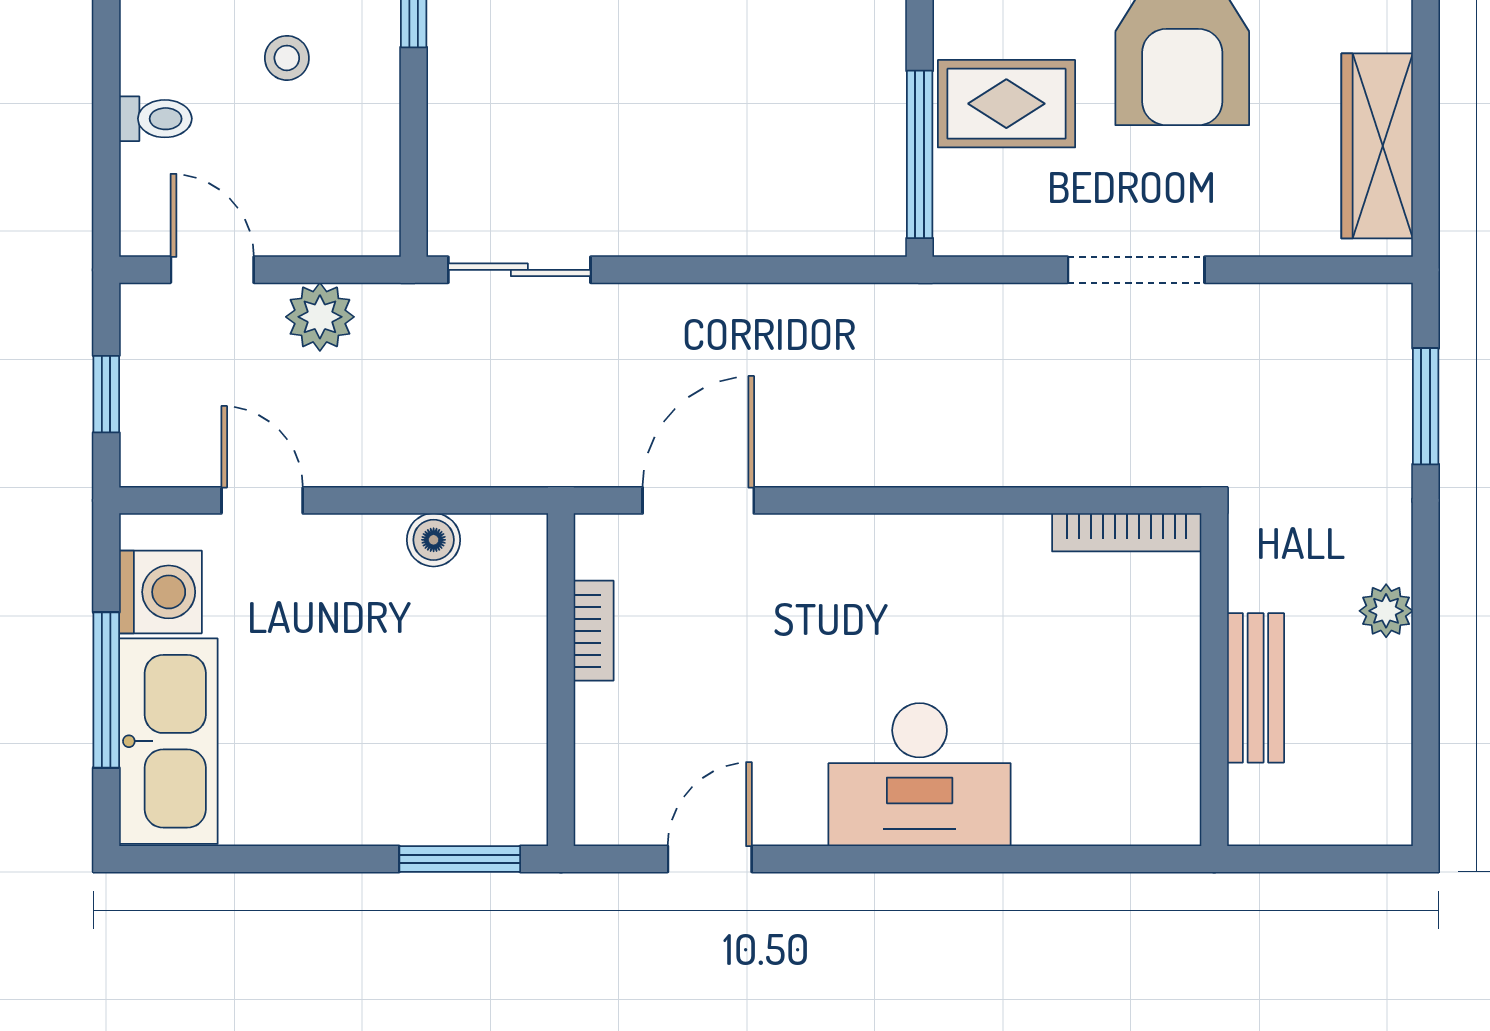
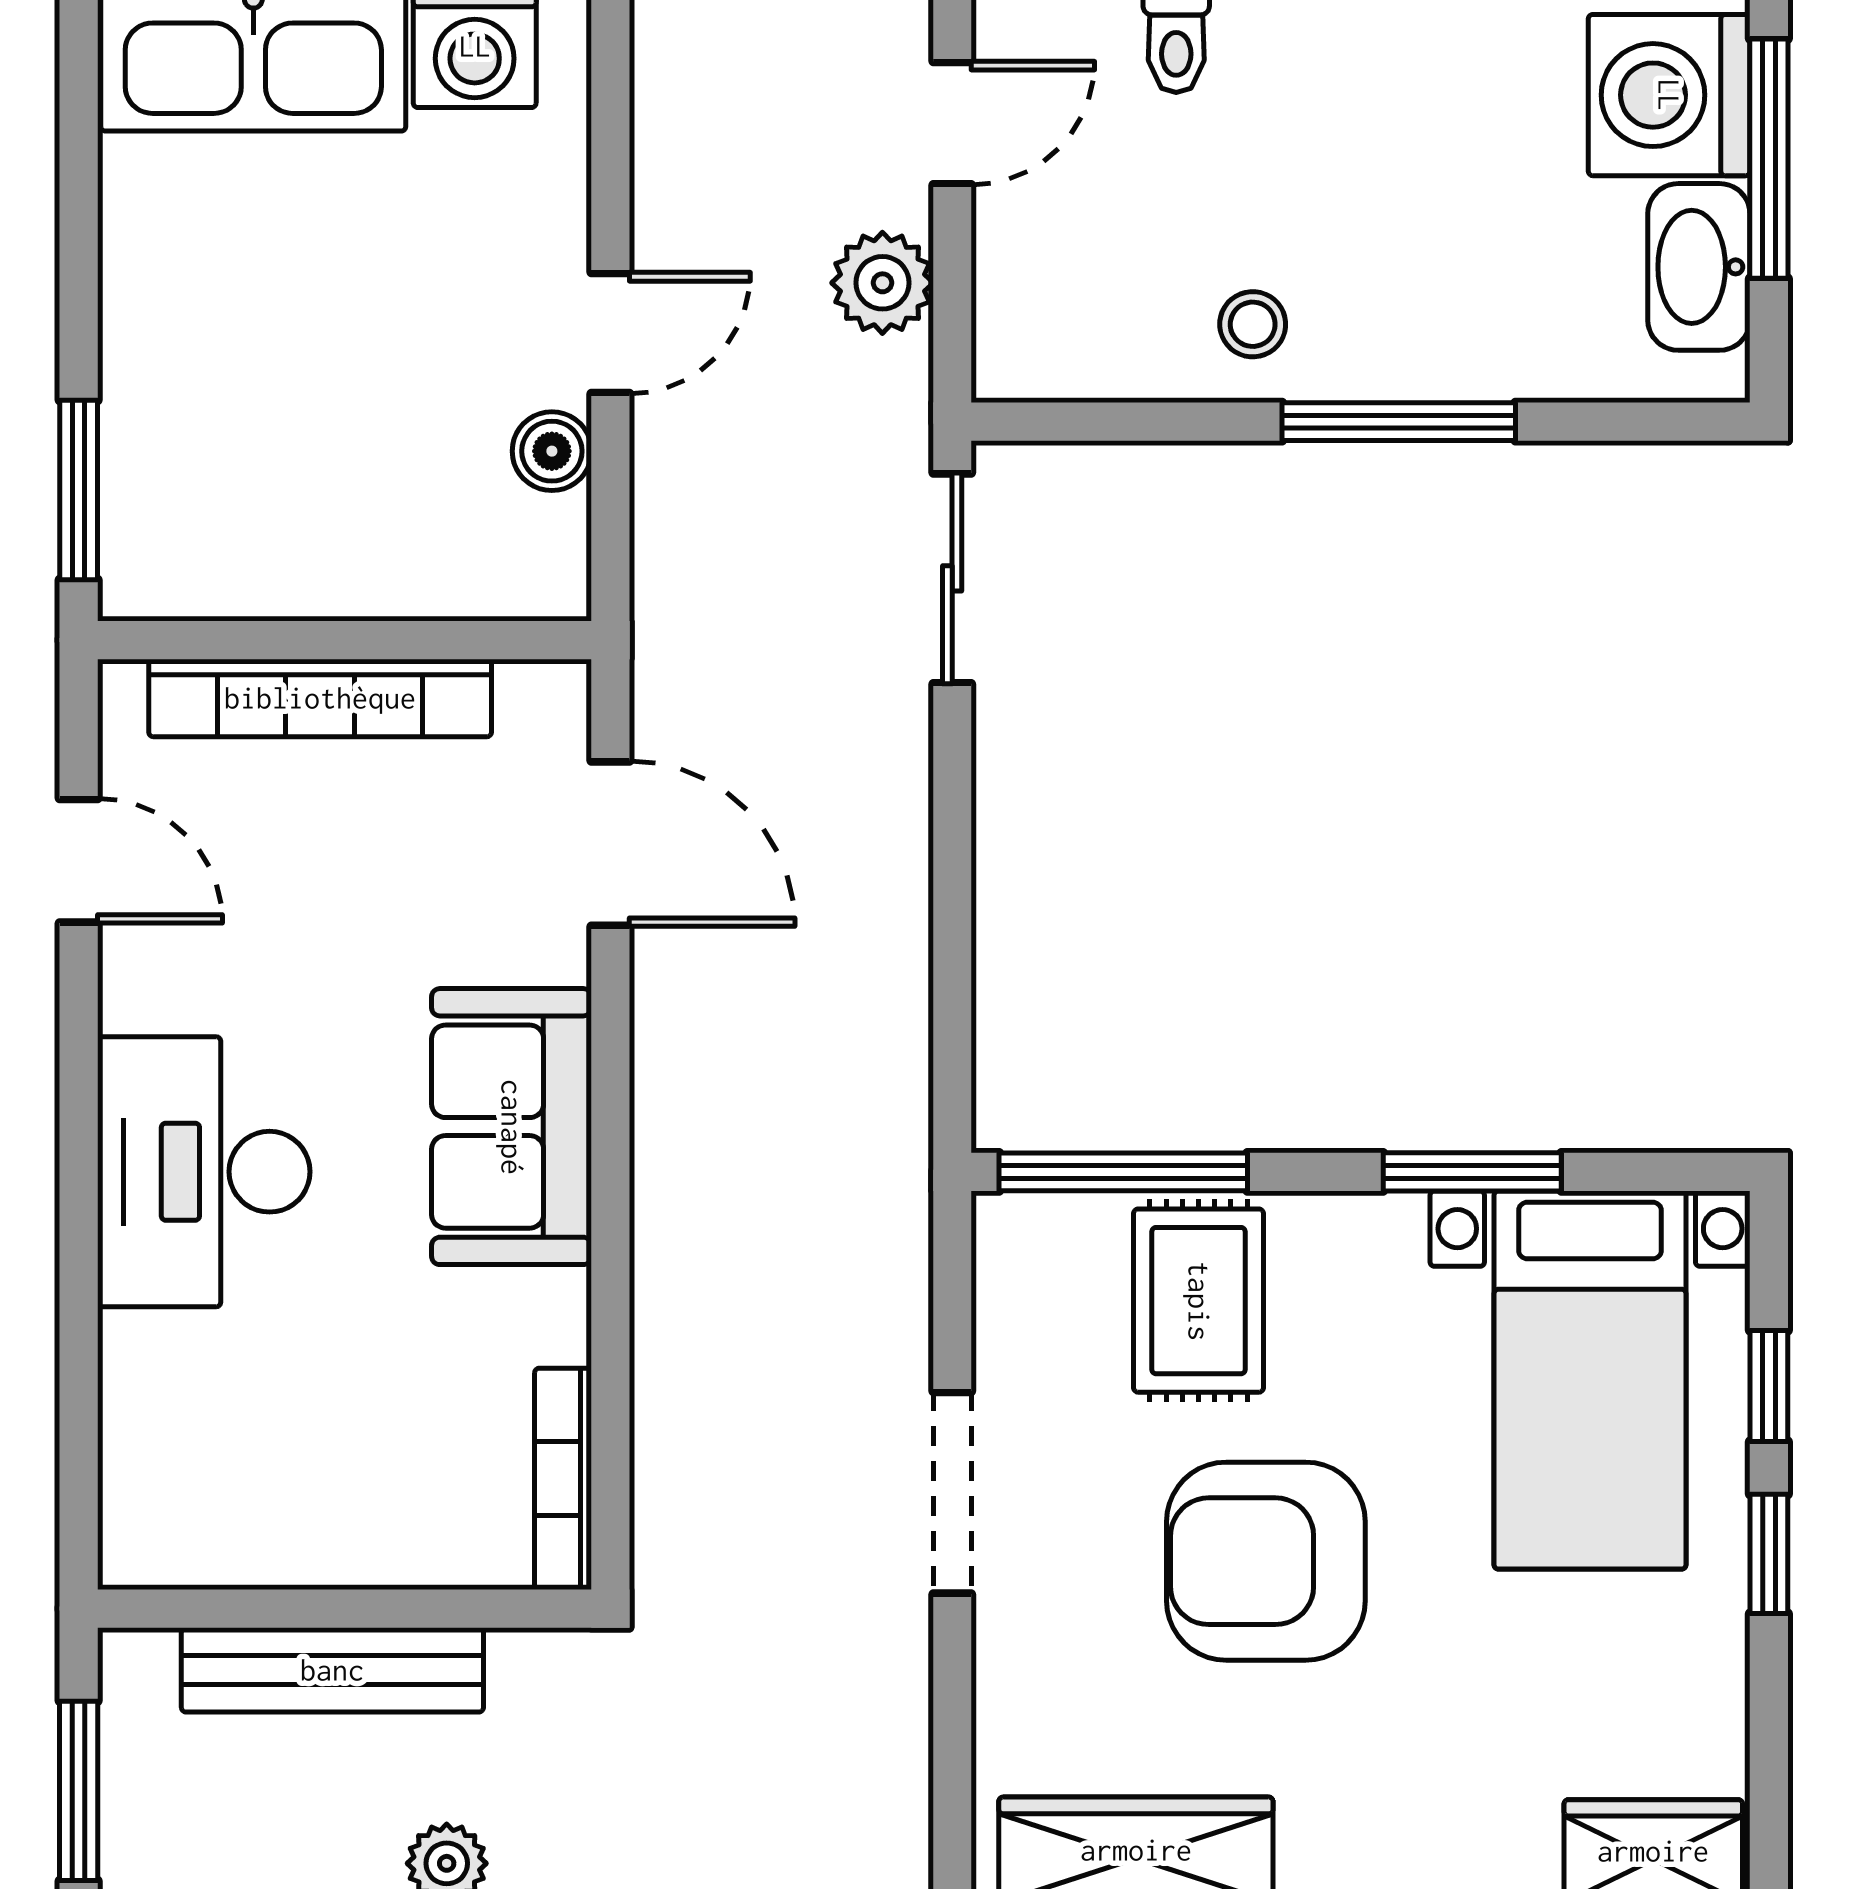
stool: (287, 58) -> (1253, 324), moved
door: (262, 500) -> (610, 333), moved
sofa: (889, 567) -> (512, 1127), added
bookcase: (594, 631) -> (320, 698), width x2.31, depth x1.31
bench: (1256, 688) -> (332, 1670), width x1.36
window: (1337, 859) -> (79, 1791), added

